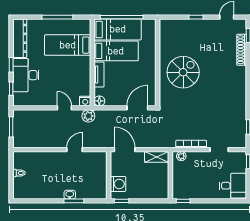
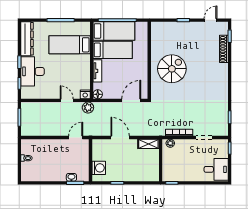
wall: (109, 175) -> (91, 160), moved
washing machine: (118, 184) -> (99, 168), moved

